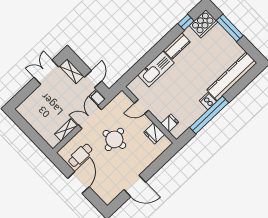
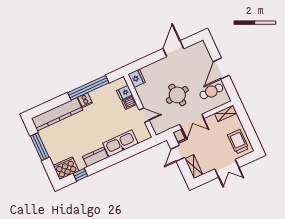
window: (230, 28) -> (40, 147), moved
double door: (46, 72) -> (227, 168), moved
trolley: (35, 113) -> (238, 142), added
dishwasher: (161, 114) -> (129, 103), added
shelving: (66, 130) -> (226, 113), moved
fridge: (154, 133) -> (137, 78), moved
door: (135, 186) -> (173, 49), hinge flipped

